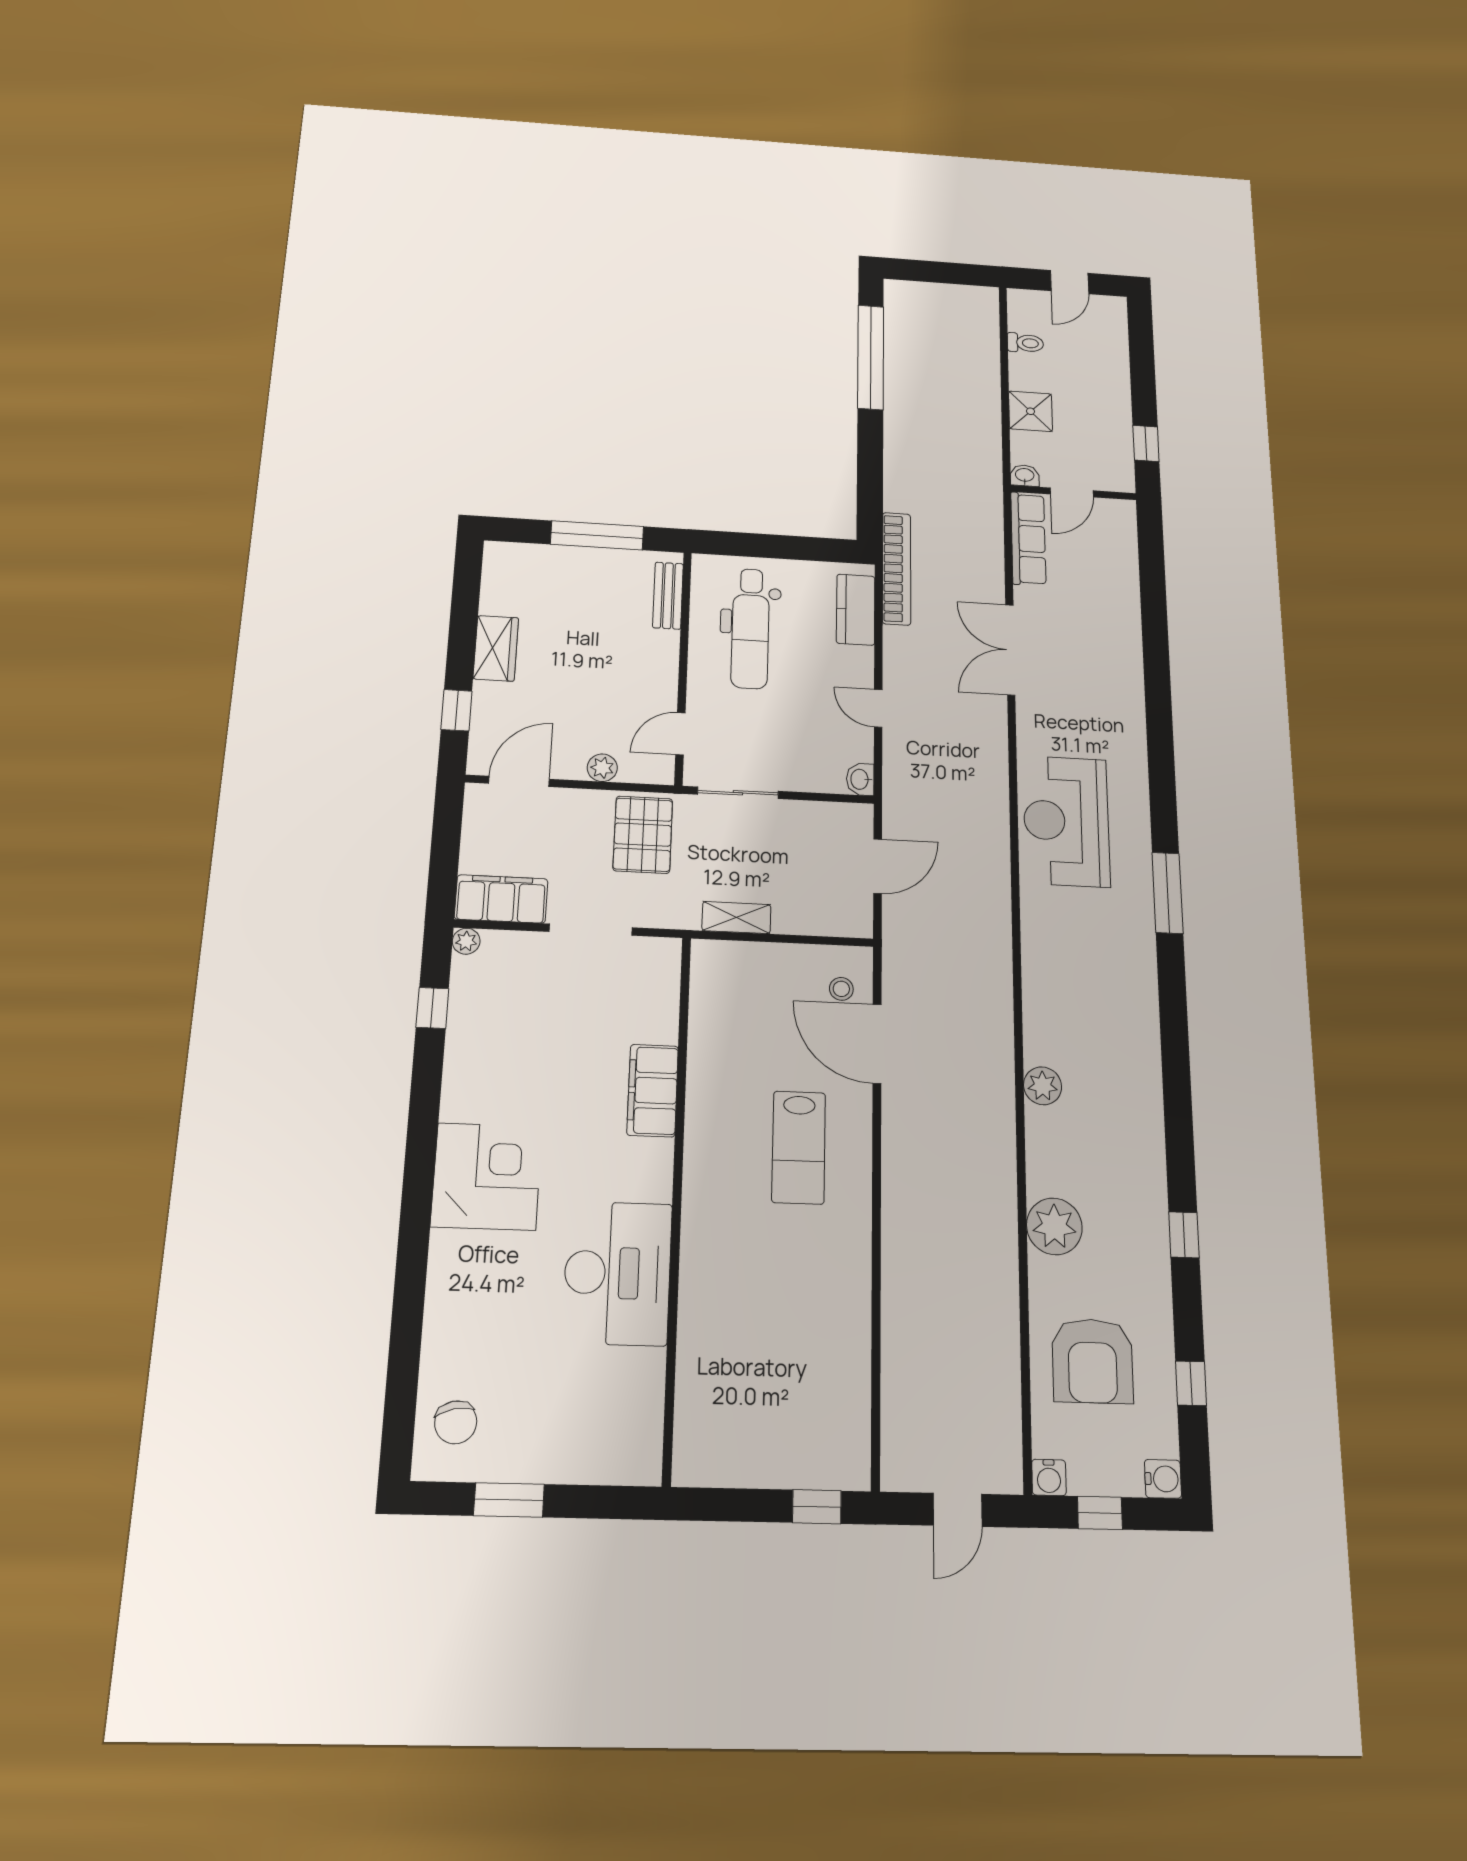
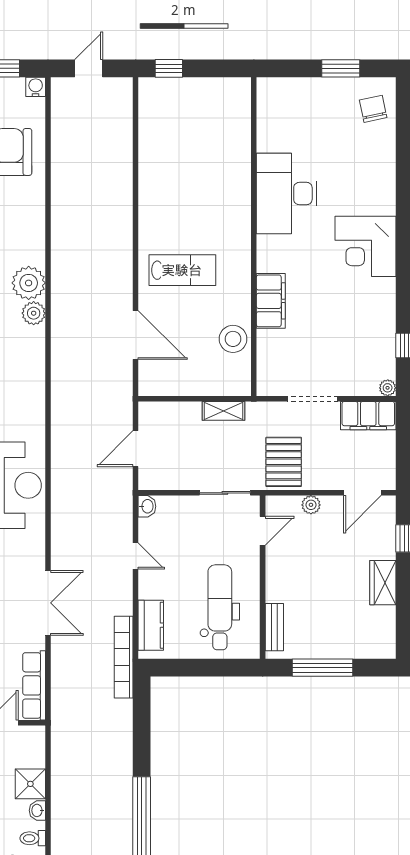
washbasin: (1025, 476) -> (37, 810), moved, turned 90
stool: (841, 989) -> (233, 339), moved, width x1.89, depth x1.89
lab bench: (799, 1147) -> (182, 270), turned 90
plant: (1054, 1226) -> (29, 283), moved

